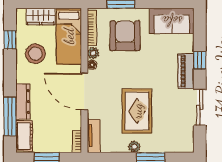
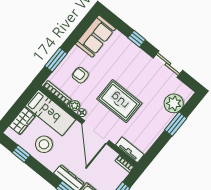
armchair: (125, 36) -> (80, 75), width x0.53, depth x0.53
piano: (186, 71) -> (137, 54), removed
door: (84, 92) -> (95, 132), hinge flipped
rug: (137, 111) -> (119, 101), moved
plant: (134, 147) -> (174, 103), moved, width x1.88, depth x1.88

